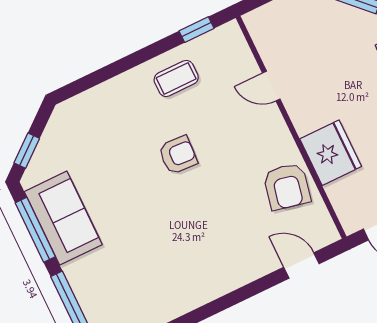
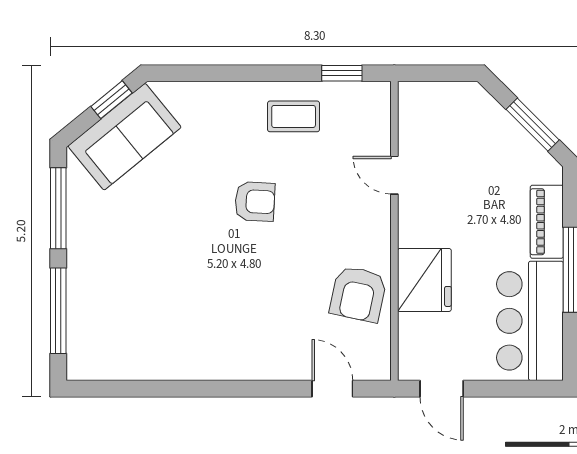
window: (27, 151) -> (112, 100), moved
sofa: (63, 218) -> (125, 137), moved, turned 51

